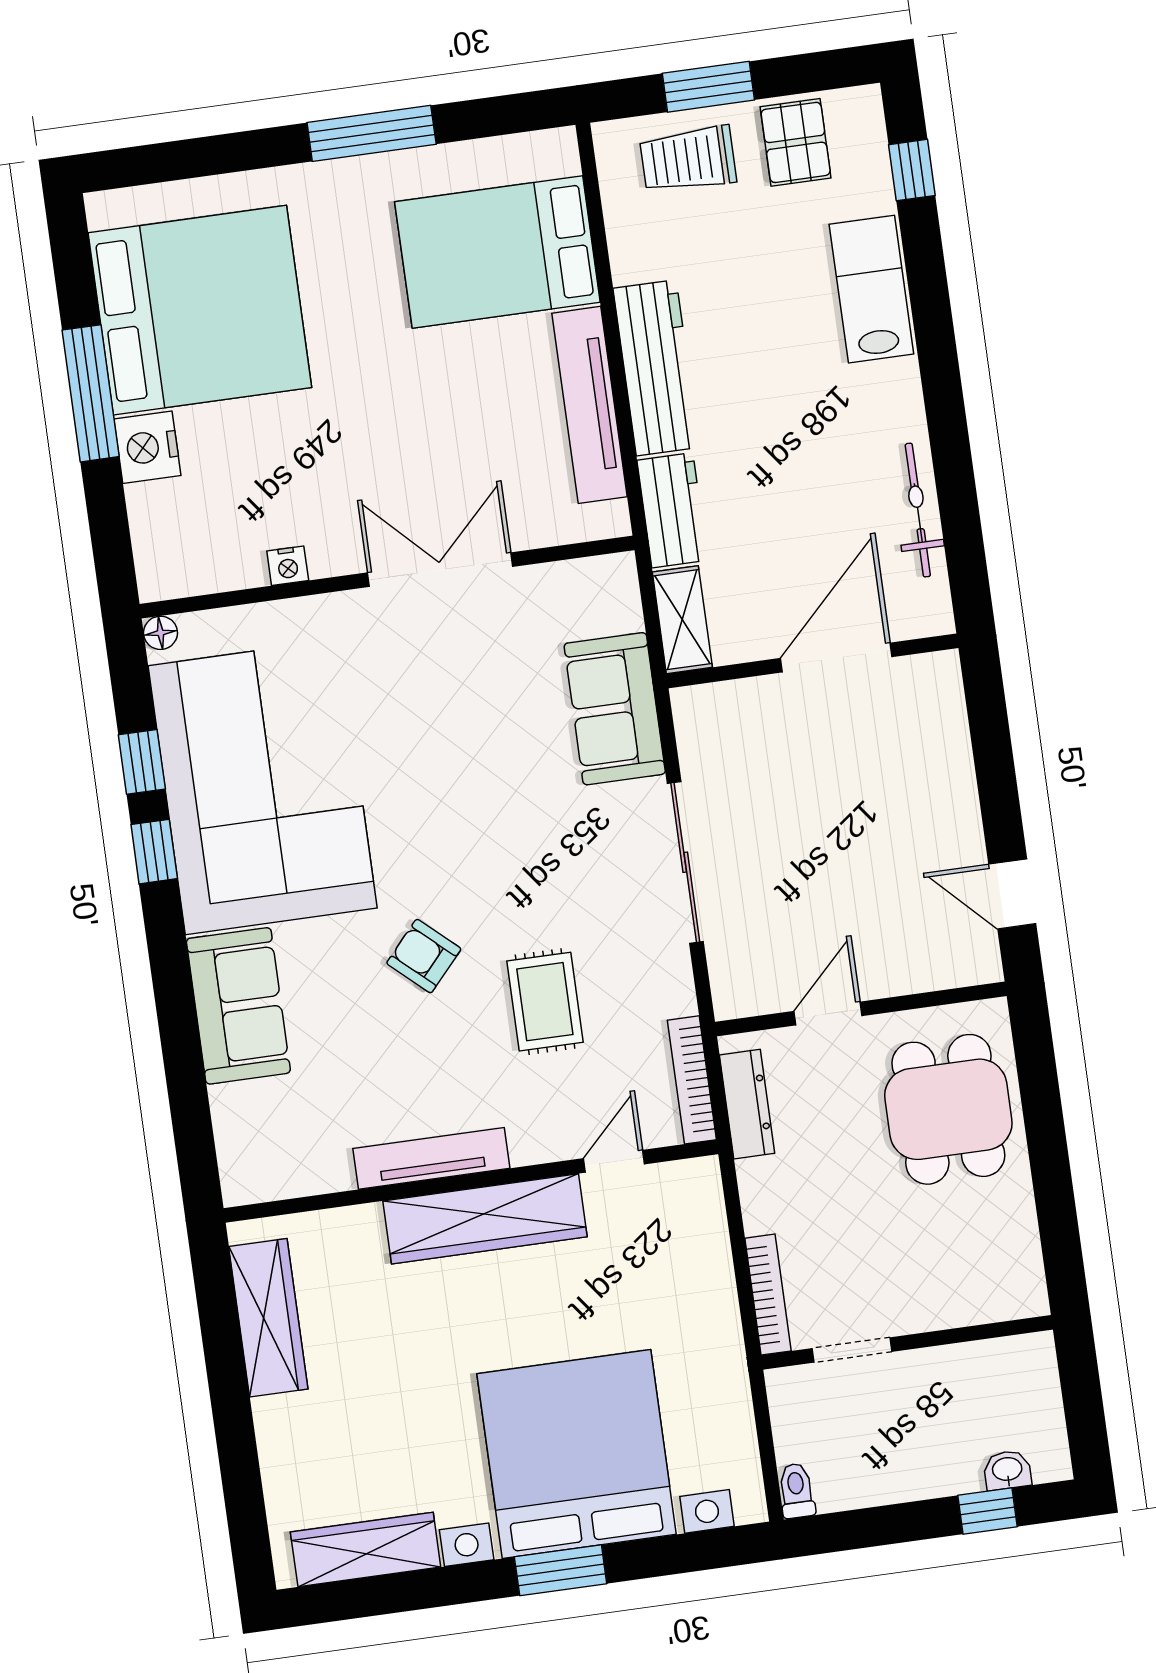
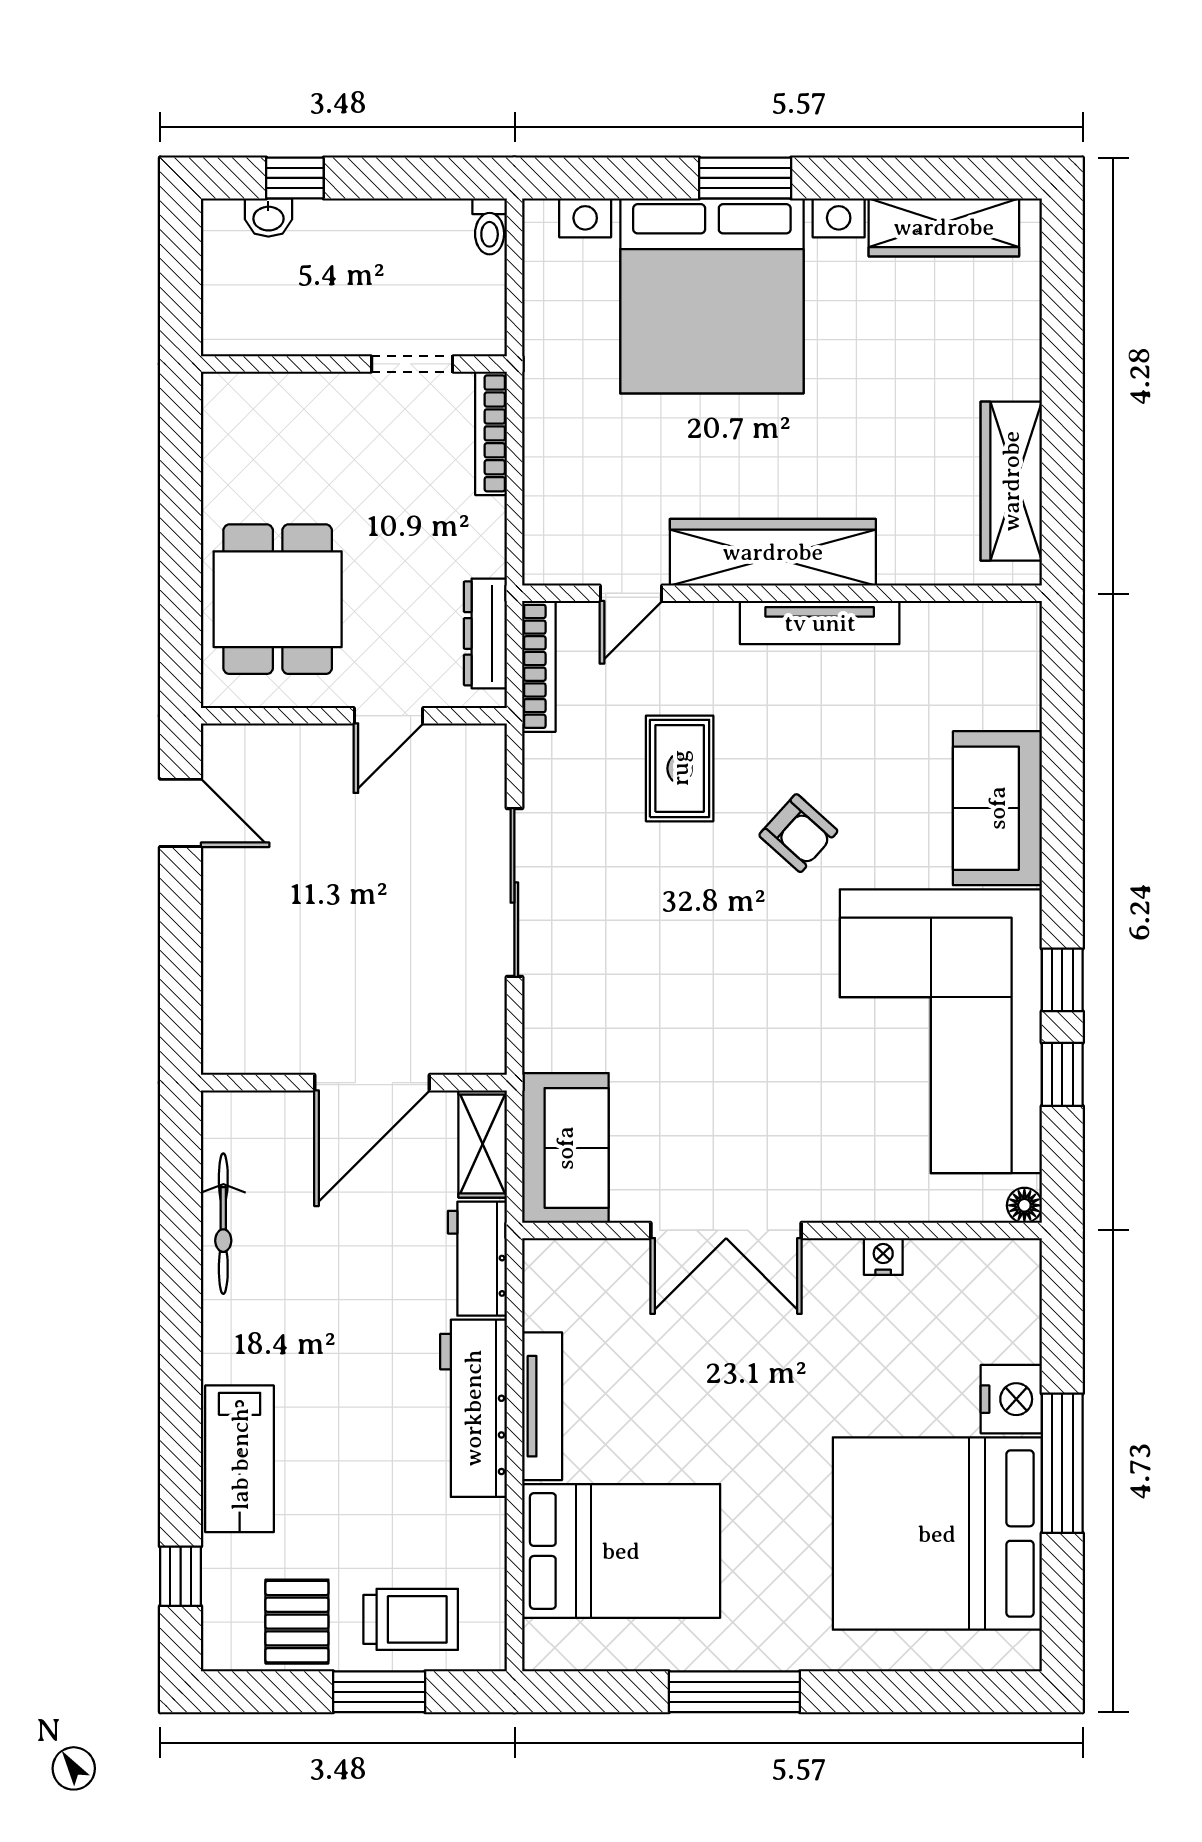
tv unit: (590, 405) -> (542, 1406), width x0.73, depth x0.78
door: (836, 658) -> (372, 1083), moved
sofa: (615, 709) -> (565, 1148), moved

